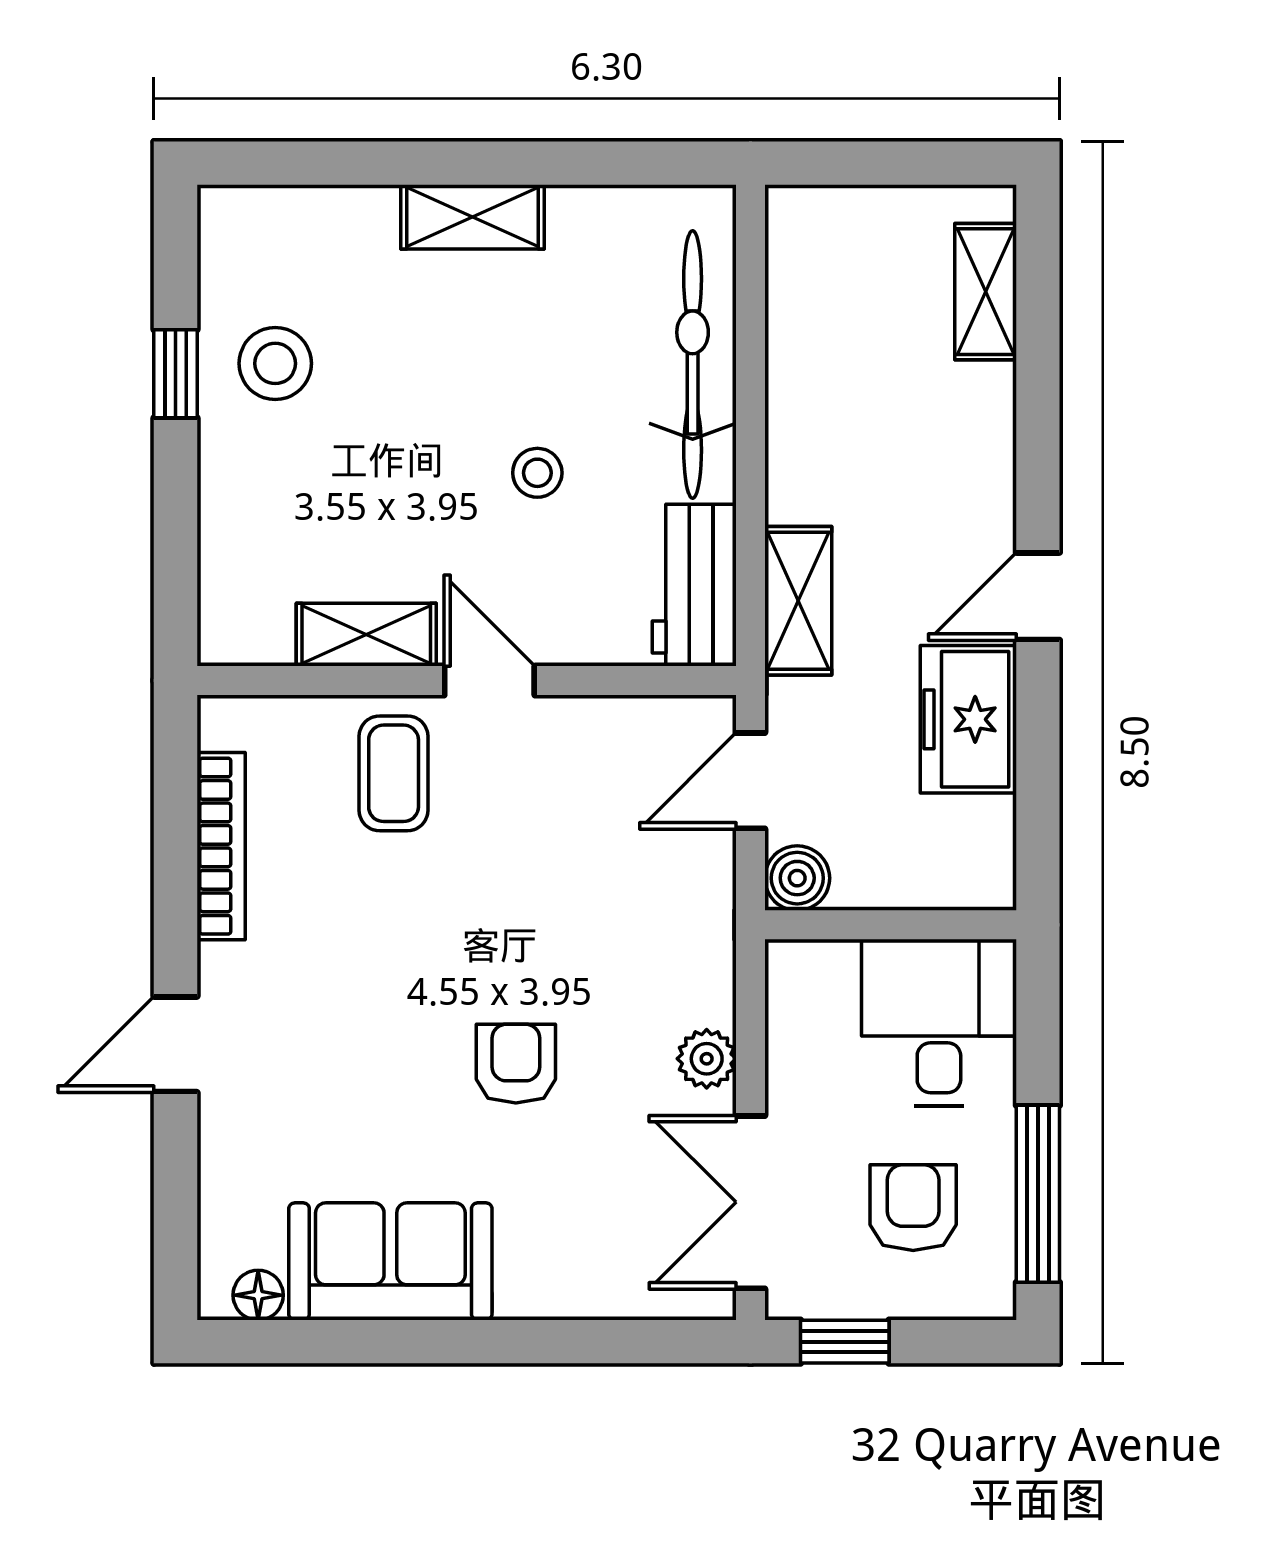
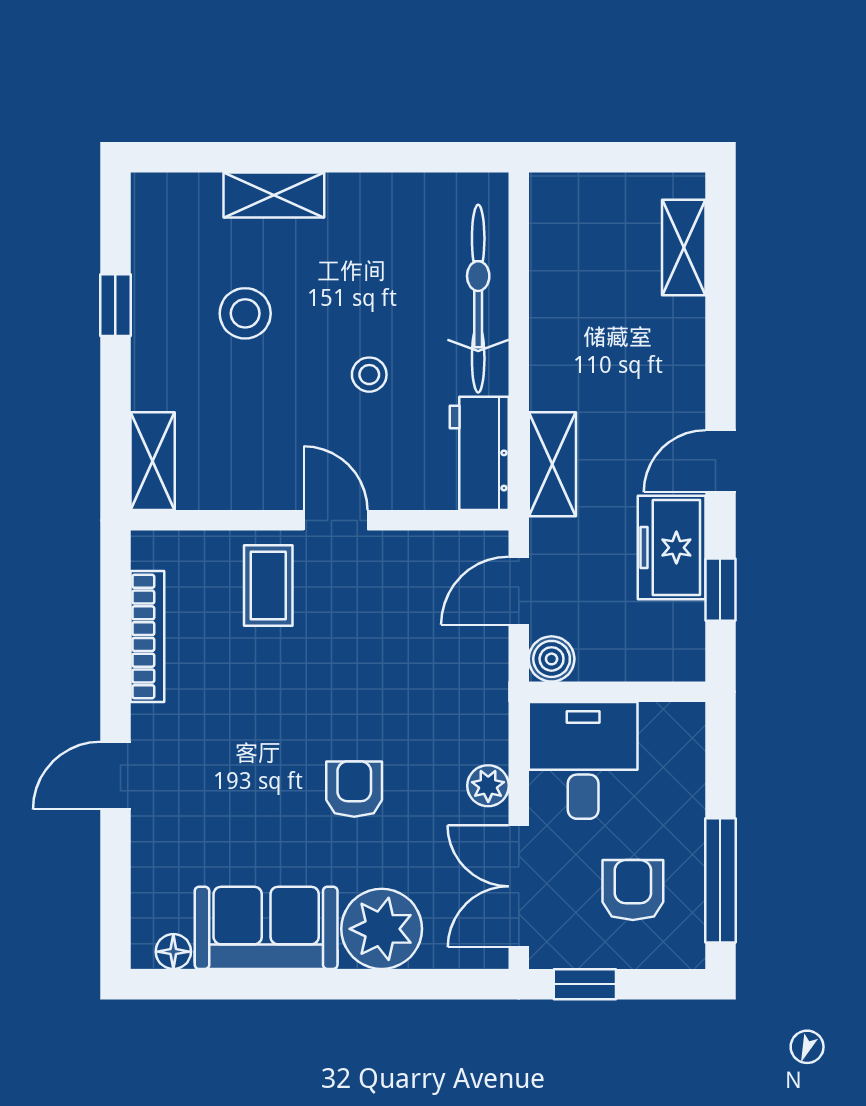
shelving: (472, 217) -> (274, 195), moved
stool: (275, 363) -> (245, 313), moved
shelving: (366, 635) -> (153, 461), moved, turned 90
window: (1038, 779) -> (720, 590), added
desk: (939, 1023) -> (583, 760), moved
plant: (555, 1263) -> (382, 929), added

